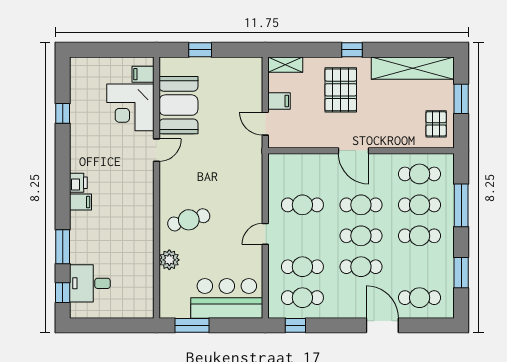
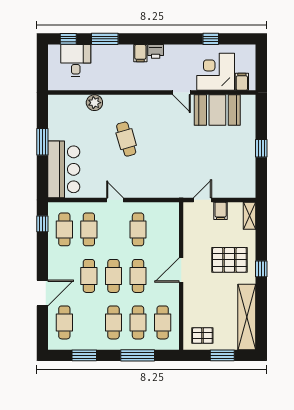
filing cabinet: (143, 74) -> (242, 82), moved
booth: (178, 105) -> (217, 110), moved
corner desk: (130, 107) -> (216, 72), moved
door: (157, 150) -> (182, 93), moved
wall: (157, 188) -> (152, 93), moved
plant: (169, 260) -> (94, 103), moved

